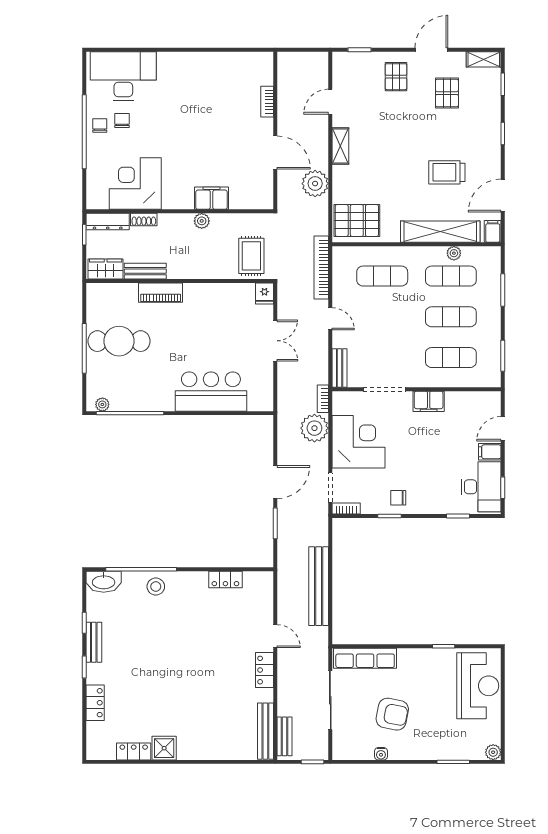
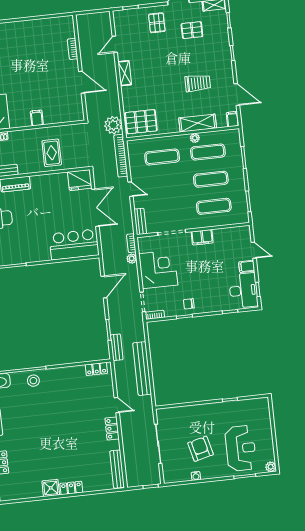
pallet: (447, 93) -> (192, 30), turned 90
trolley: (447, 172) -> (198, 83), turned 180
plant: (315, 184) -> (113, 125), moved
door: (503, 196) -> (237, 94), swing flipped
filing cabinet: (212, 198) -> (37, 118), width x0.50
plant: (202, 221) -> (38, 133), removed
shelving: (440, 232) -> (198, 123), width x0.68
plant: (454, 253) -> (195, 138), moved
rug: (251, 256) -> (52, 153), moved
fridge: (264, 293) -> (80, 180), width x1.88, depth x1.34
double door: (275, 341) -> (95, 208), width x1.37
bar counter: (211, 392) -> (74, 245), moved
plant: (314, 428) -> (132, 259), width x0.53, depth x0.53
door: (503, 429) -> (254, 250), swing flipped
door: (275, 482) -> (104, 287), moved
locker: (225, 579) -> (96, 369), moved
row of seats: (365, 658) -> (178, 413), removed
reception desk: (478, 686) -> (241, 448), moved
armchair: (392, 714) -> (201, 449), turned -115
bench: (285, 736) -> (117, 347), moved
locker: (134, 751) -> (71, 488), moved

